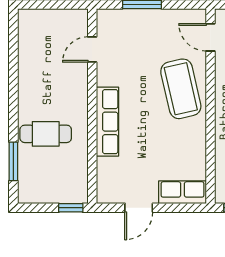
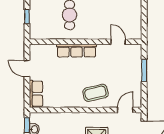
coffee table: (181, 89) -> (96, 93), width x0.73, depth x0.76
window: (71, 208) -> (27, 17), moved

